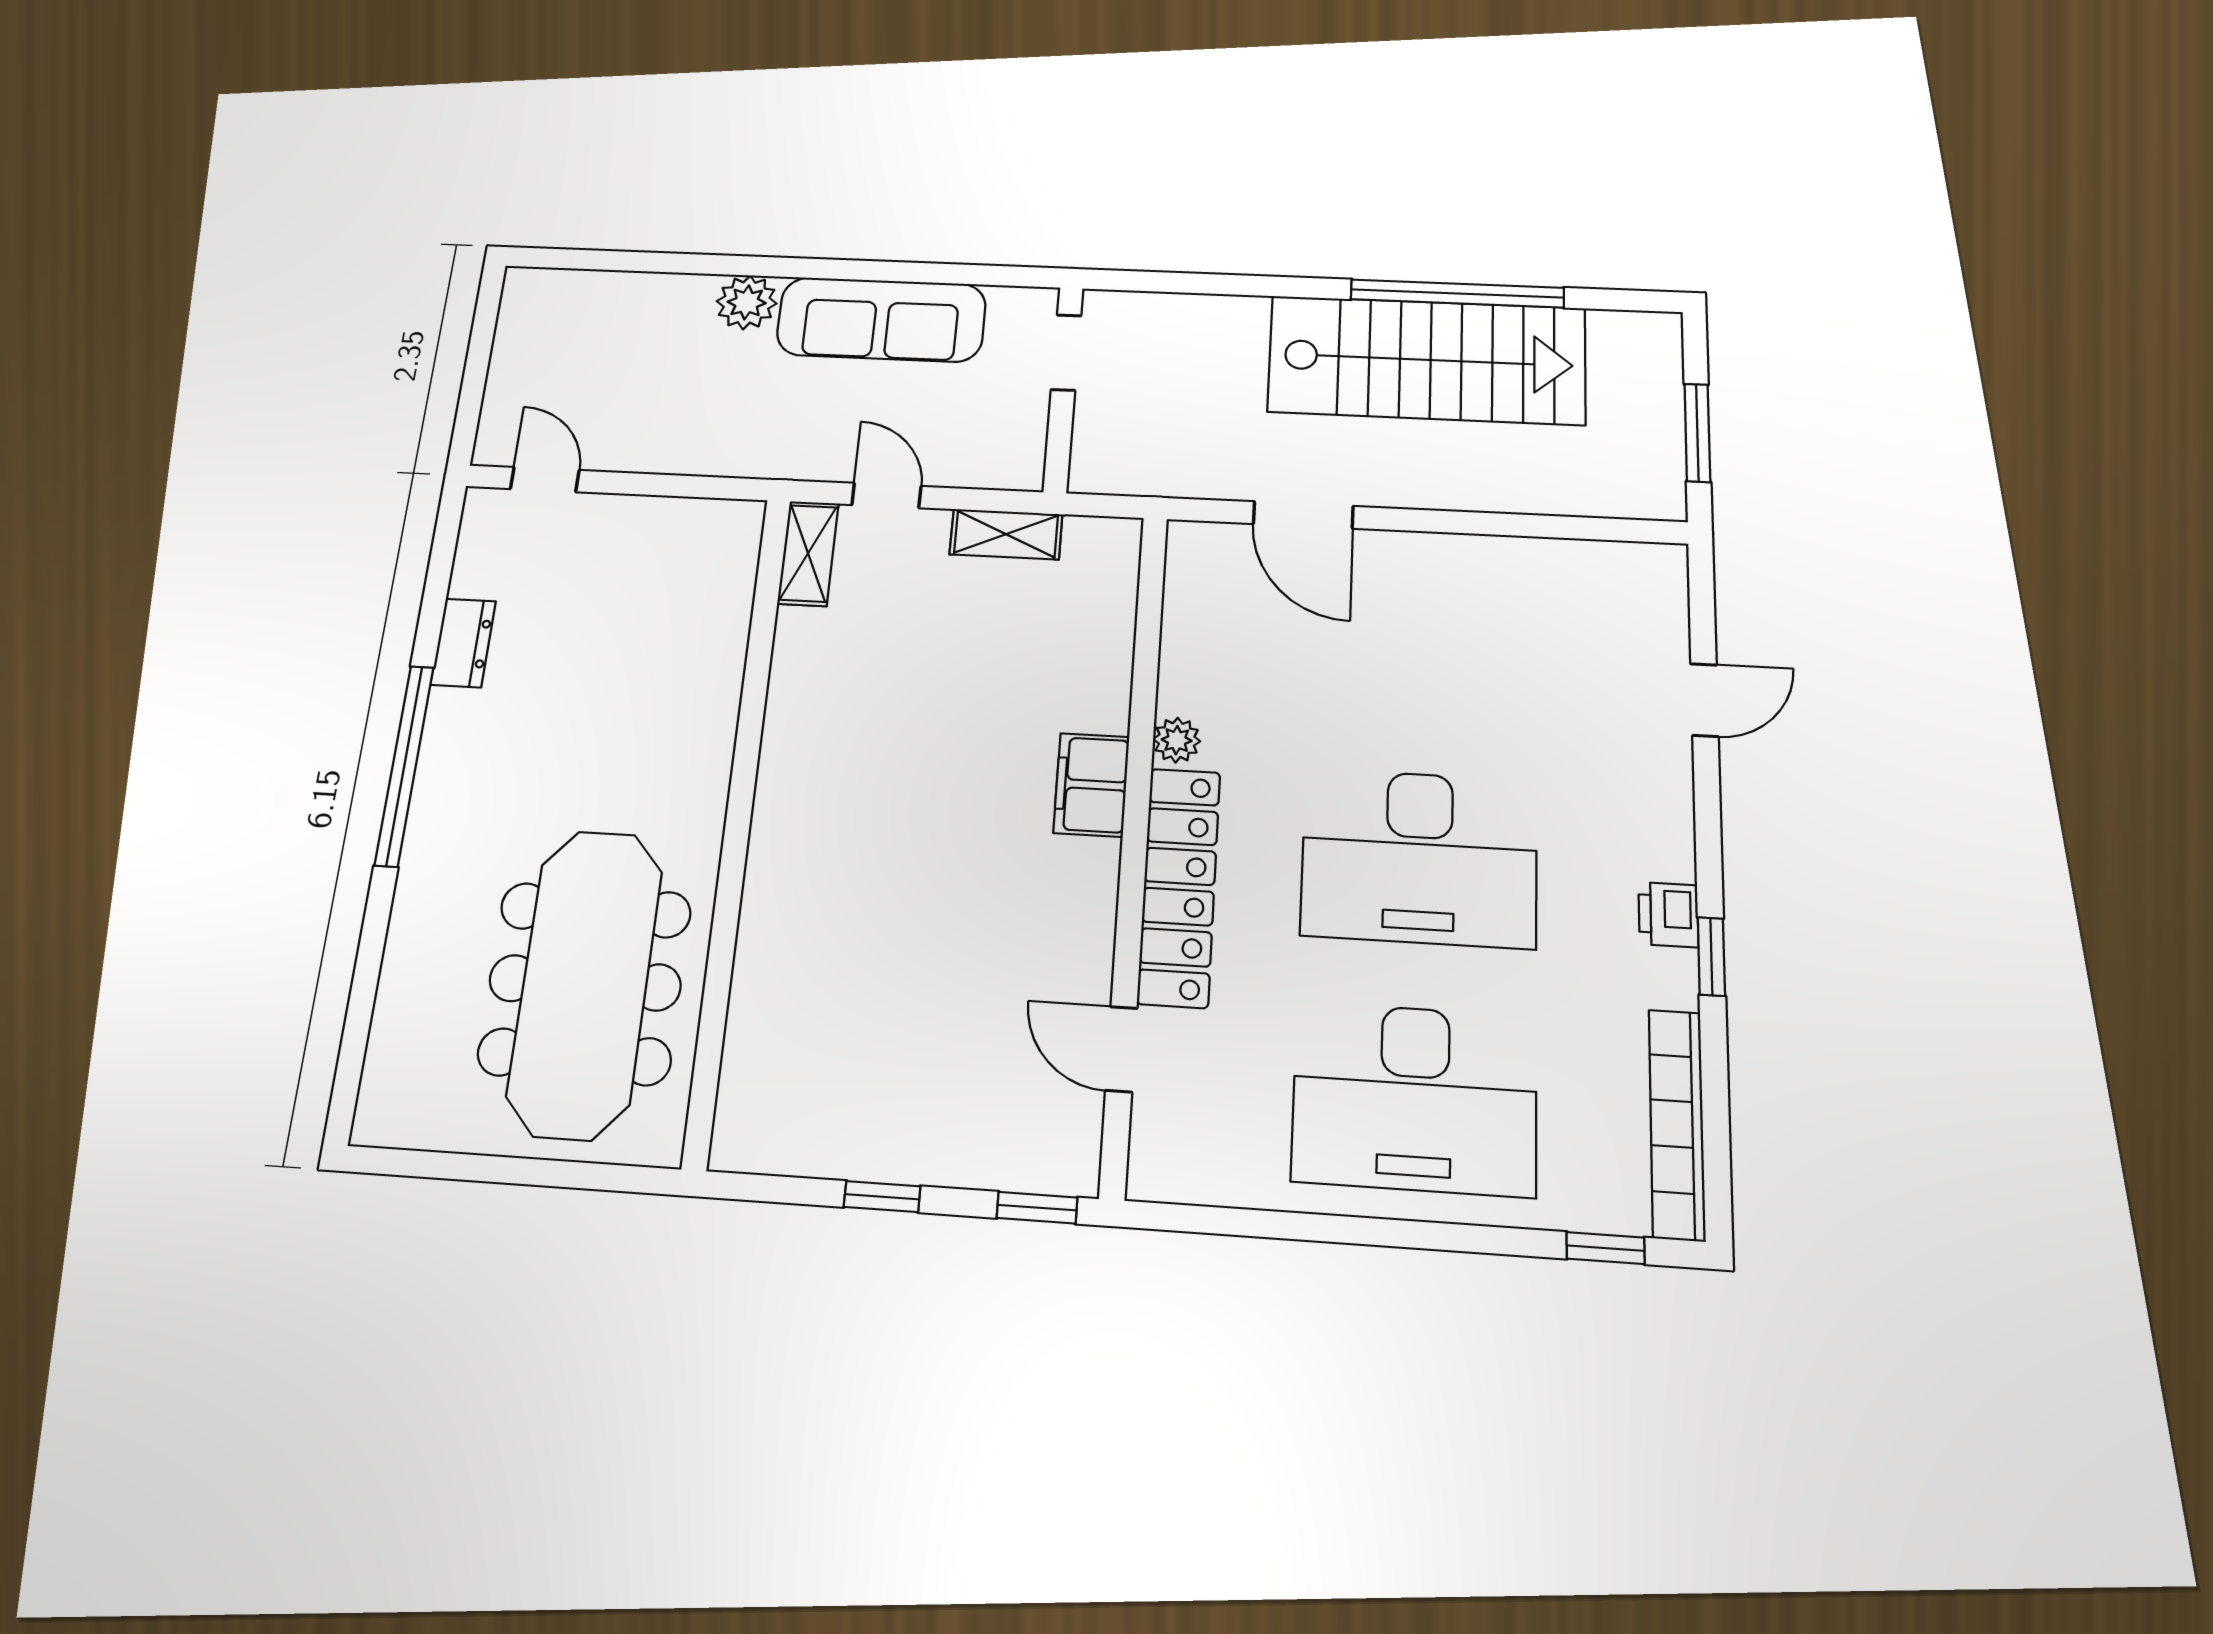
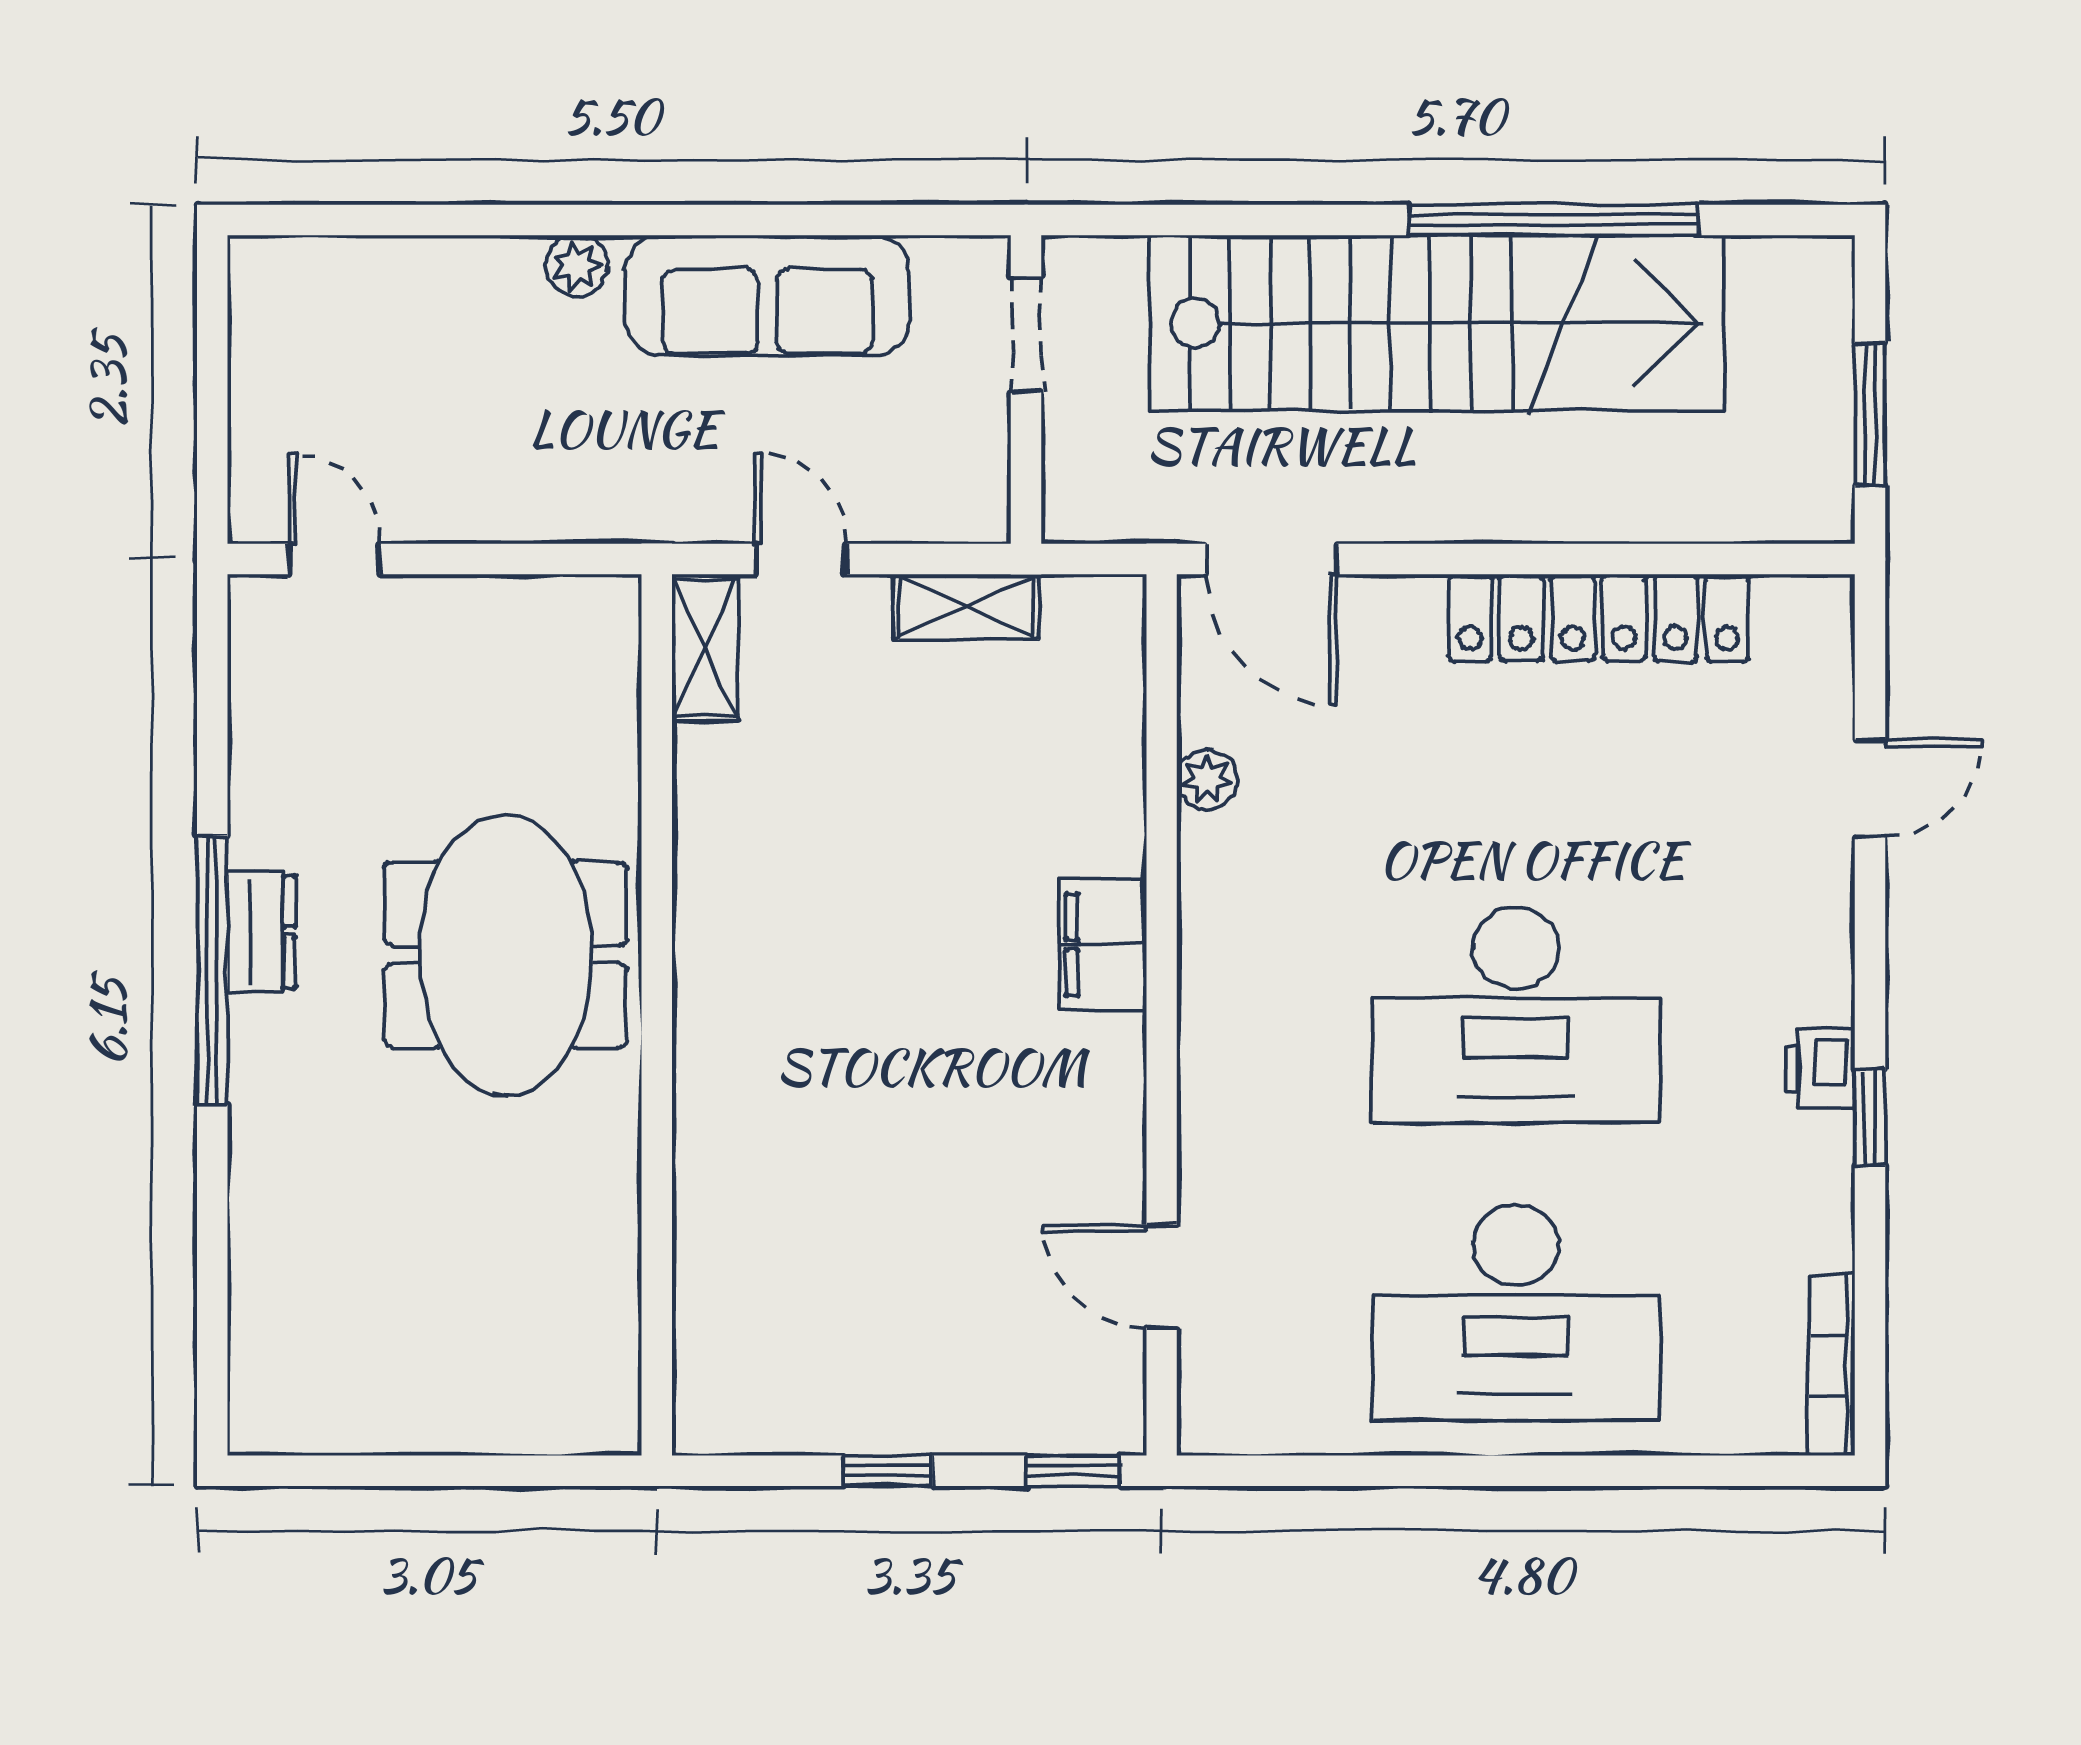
plant: (747, 302) -> (577, 266), width x0.73, depth x0.73
stairs: (1427, 360) -> (1437, 323), width x1.36
door: (1303, 515) -> (1271, 559), moved
dresser: (463, 643) -> (261, 932), moved
plant: (1177, 740) -> (1207, 780), moved
locker: (1179, 886) -> (1598, 618), moved, turned 90
meeting table: (585, 983) -> (506, 955), moved, width x0.73
bookcase: (1677, 1124) -> (1832, 1365), width x0.68, depth x0.76
window: (1605, 1248) -> (1740, 1471), removed

